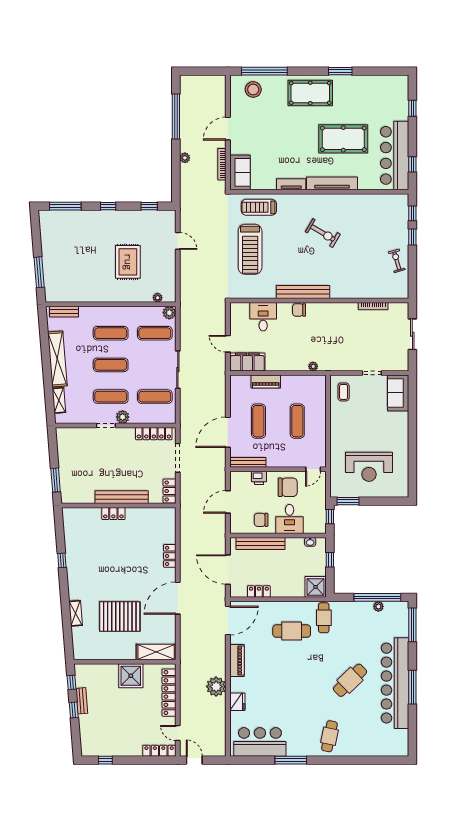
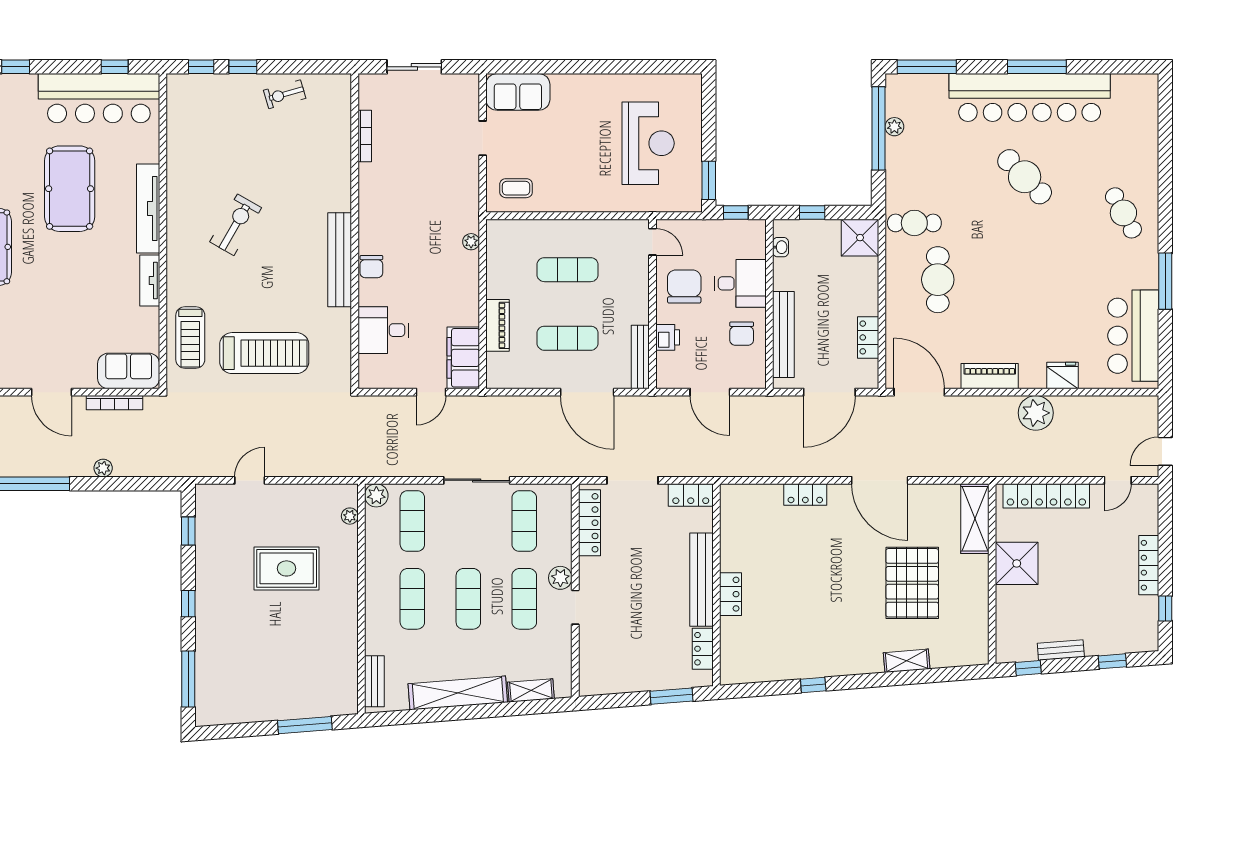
locker: (82, 498) -> (703, 649), added
window: (74, 710) -> (1112, 661), moved
cafe table: (330, 736) -> (1123, 213), turned 50
locker: (159, 751) -> (1149, 565), moved

